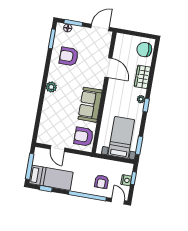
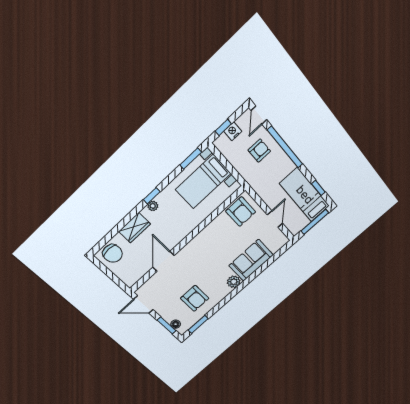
sofa: (90, 105) -> (251, 260), moved, turned 180

